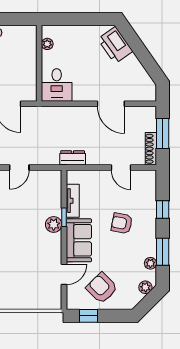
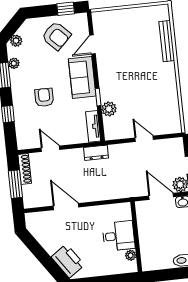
desk: (57, 85) -> (119, 236), moved, turned 90
door: (19, 167) -> (144, 139), hinge flipped
tv unit: (73, 201) -> (93, 126), moved
armchair: (122, 223) -> (44, 97), turned -101
plant: (54, 224) -> (109, 109), moved

